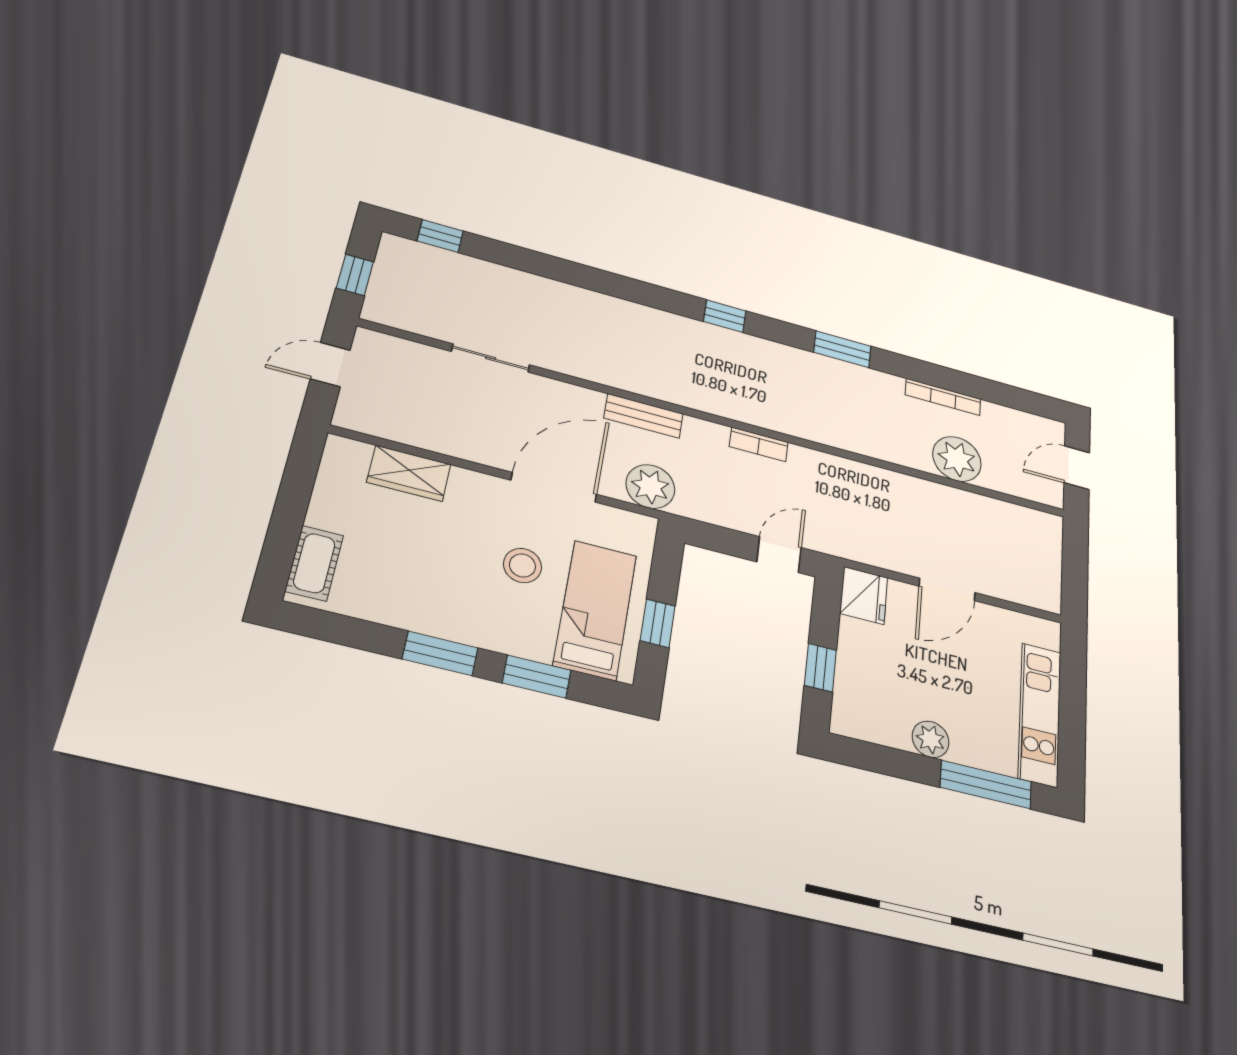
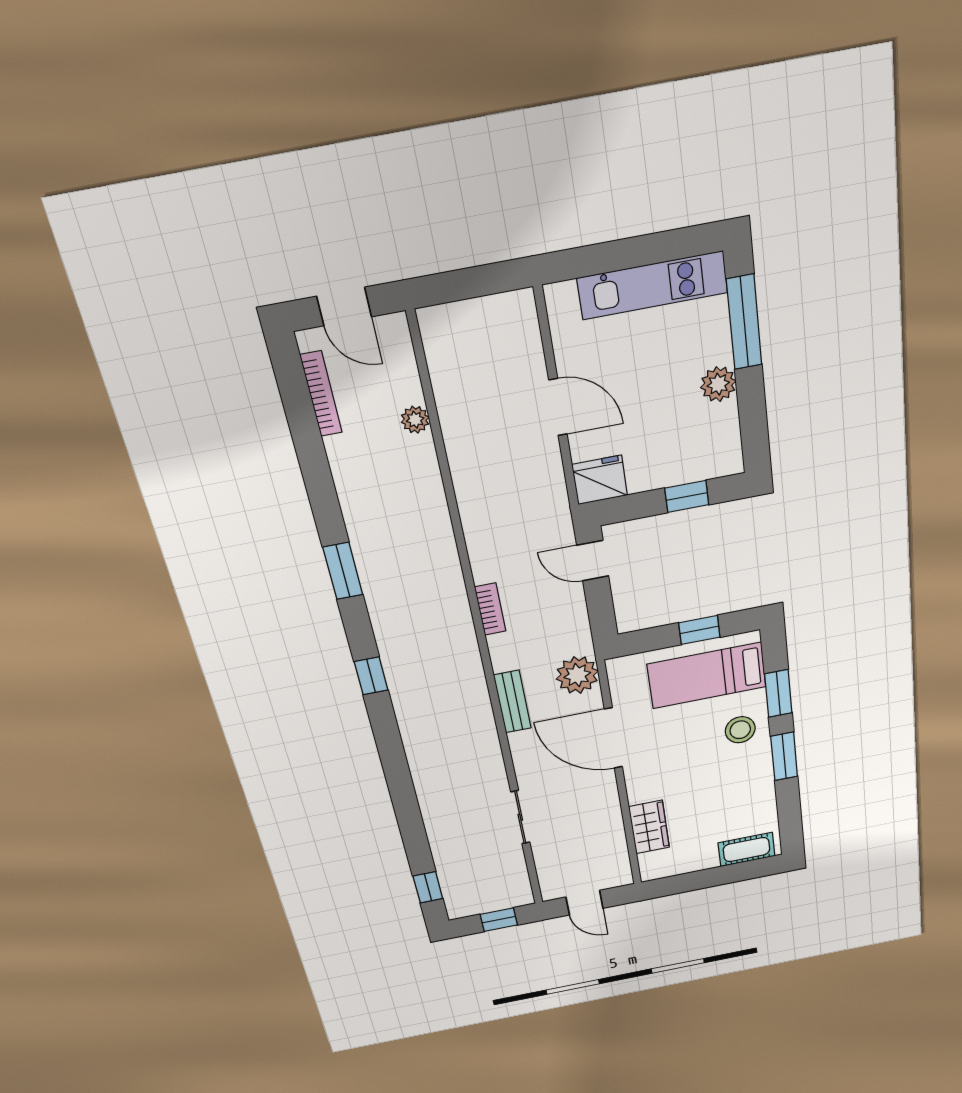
bookcase: (943, 397) -> (321, 394), moved
plant: (957, 459) -> (415, 420), width x0.53, depth x0.53
stool: (522, 565) -> (740, 730), moved

